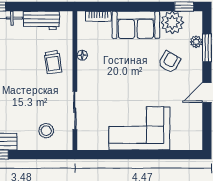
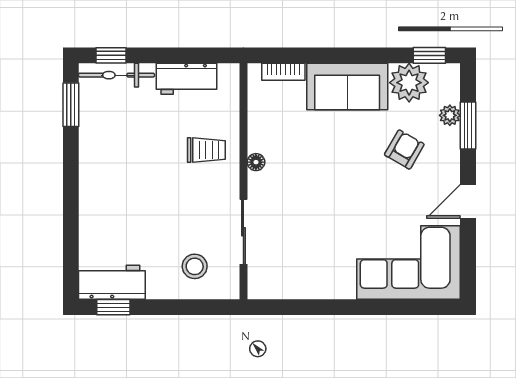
floor lamp: (82, 55) -> (256, 162), moved
trolley: (53, 62) -> (206, 150), turned -81
corner sofa: (139, 128) -> (409, 262), moved

